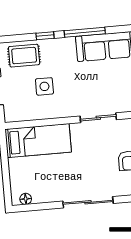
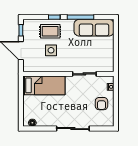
rug: (24, 56) -> (50, 31), moved

